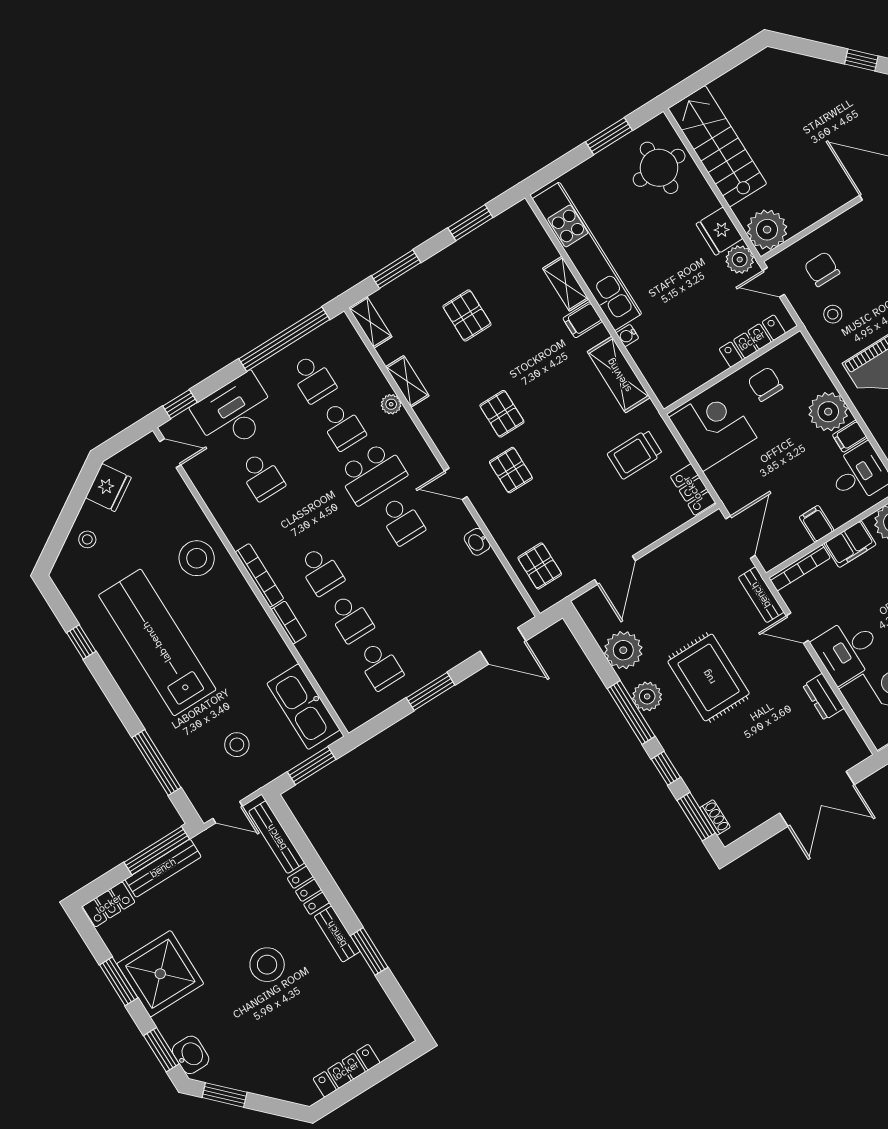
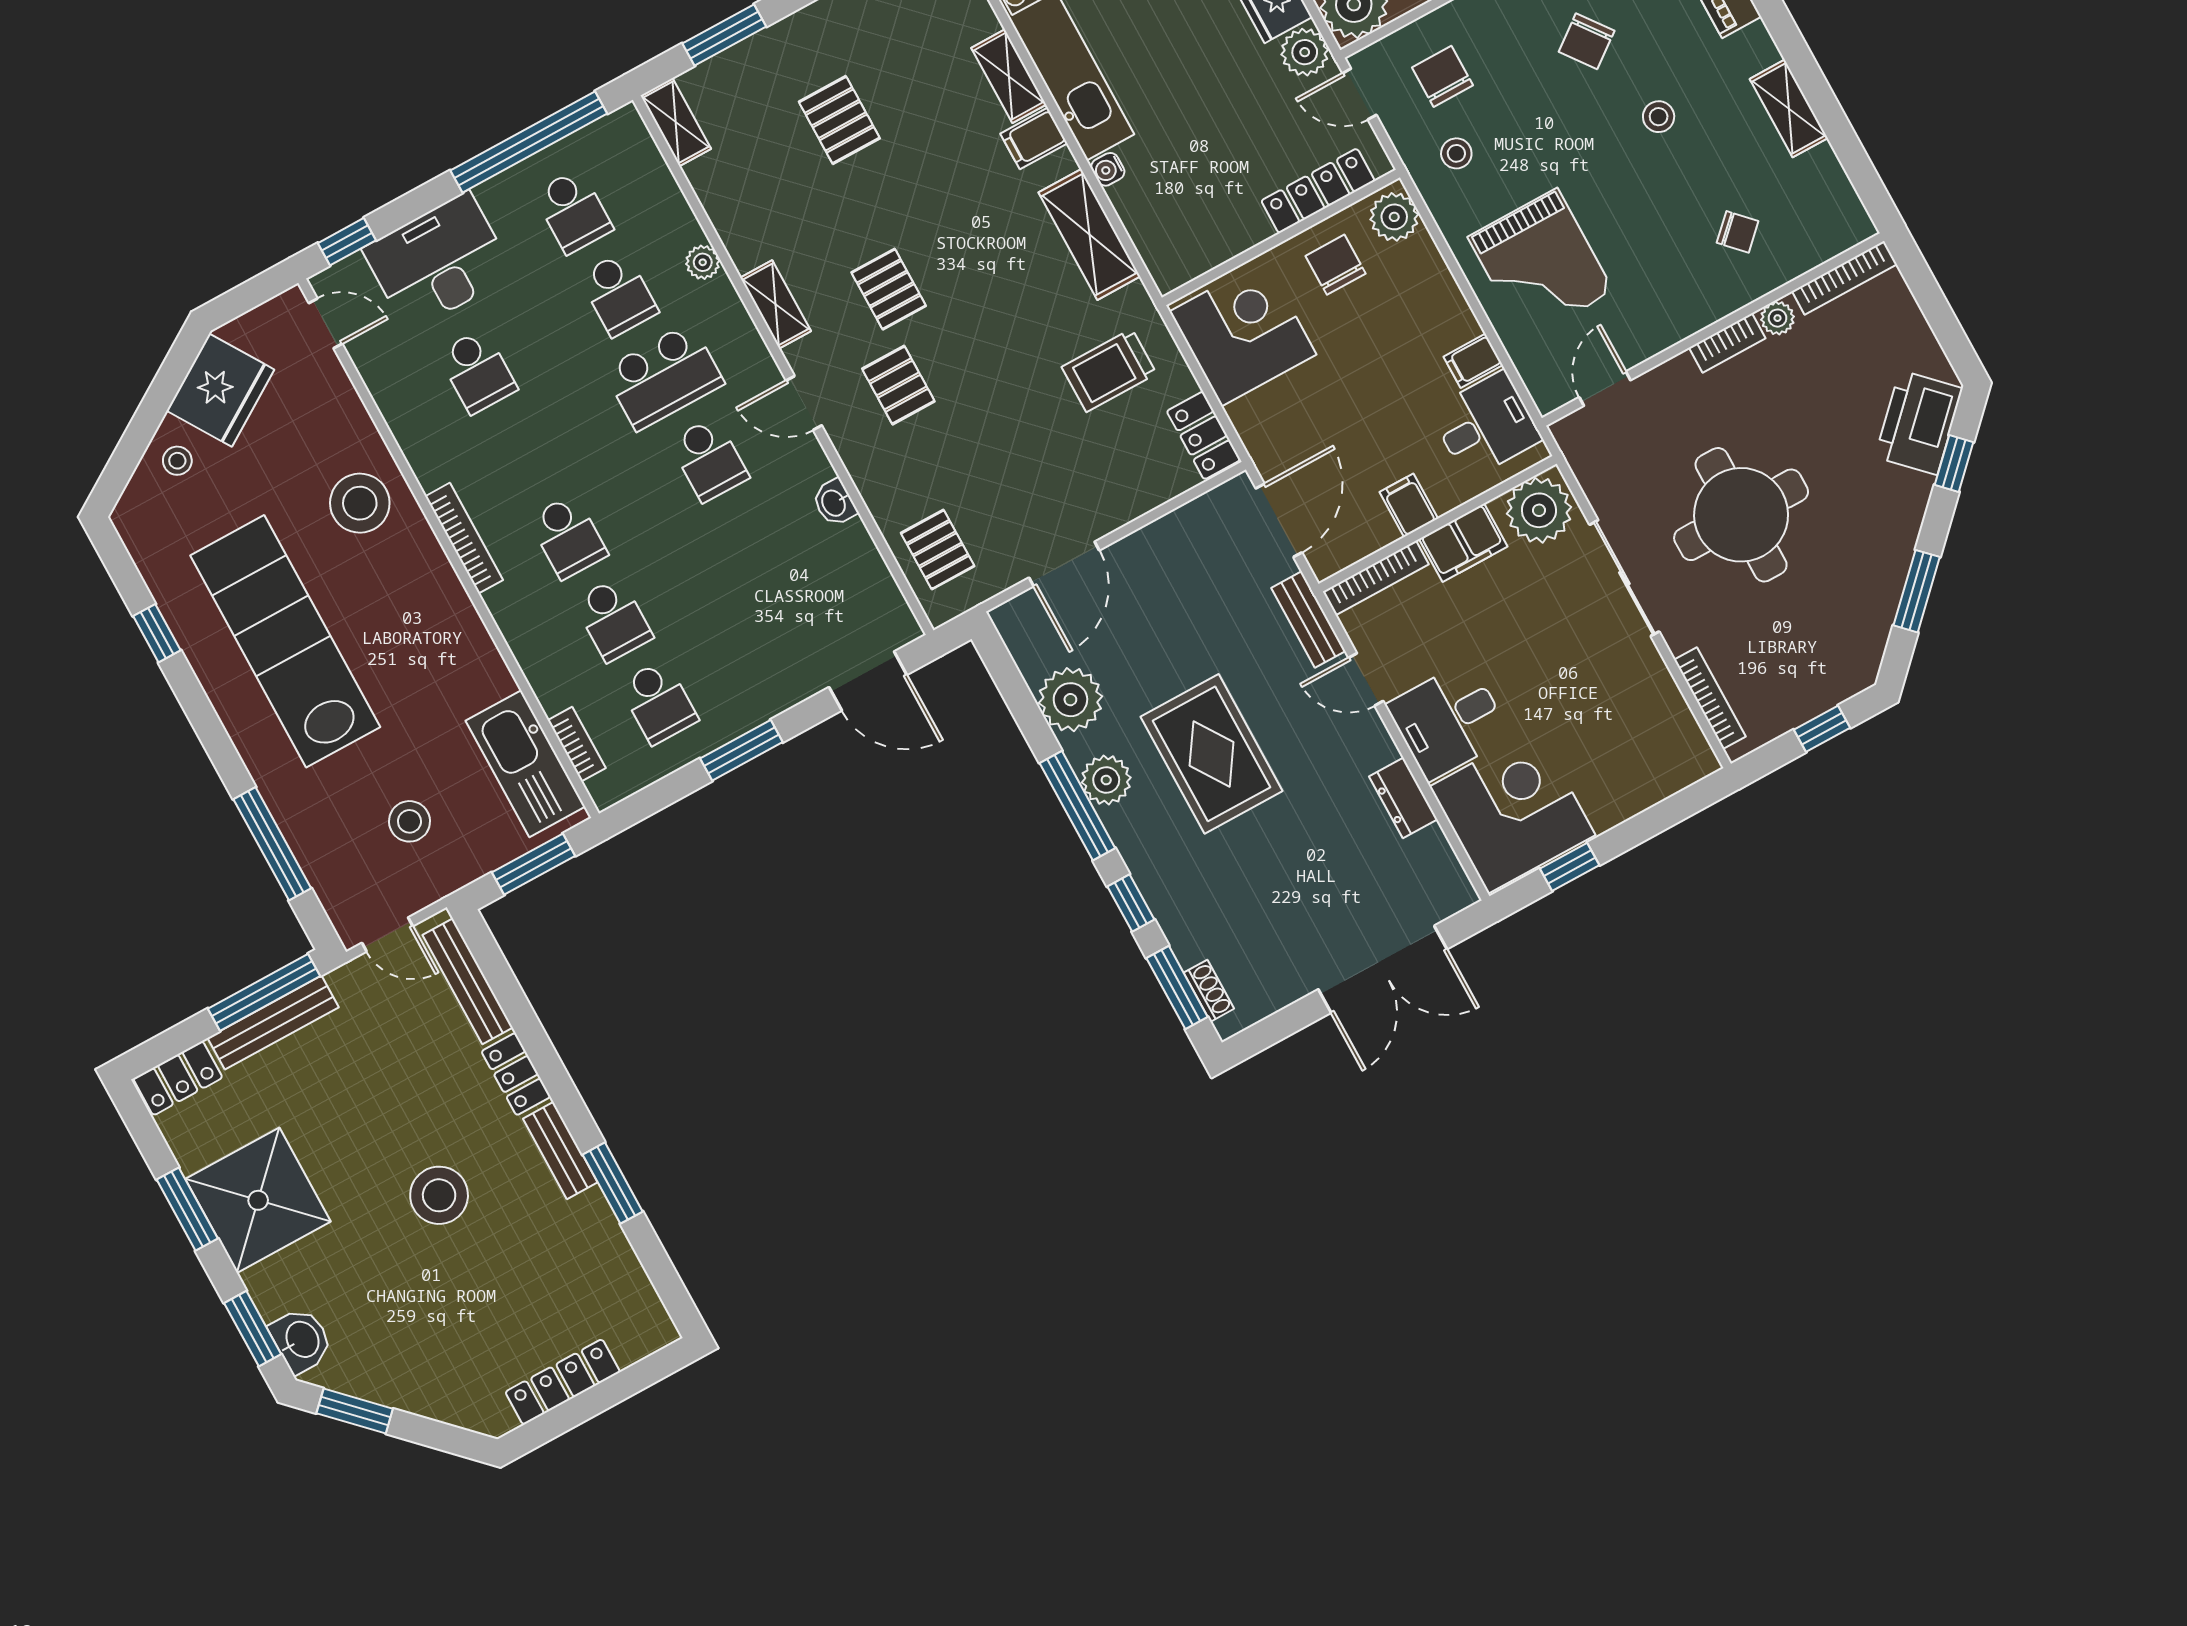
shelving: (407, 381) -> (776, 304), moved
plant: (828, 412) -> (1394, 217), moved, width x0.73, depth x0.73
fridge: (108, 488) -> (220, 390), width x1.36, depth x1.34
bookcase: (289, 623) -> (577, 744), moved

